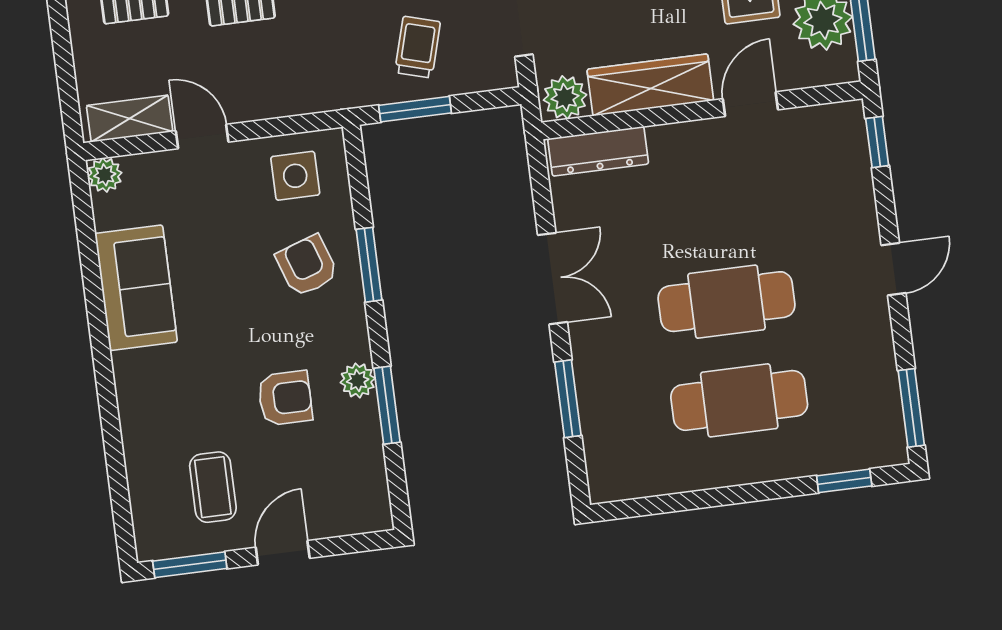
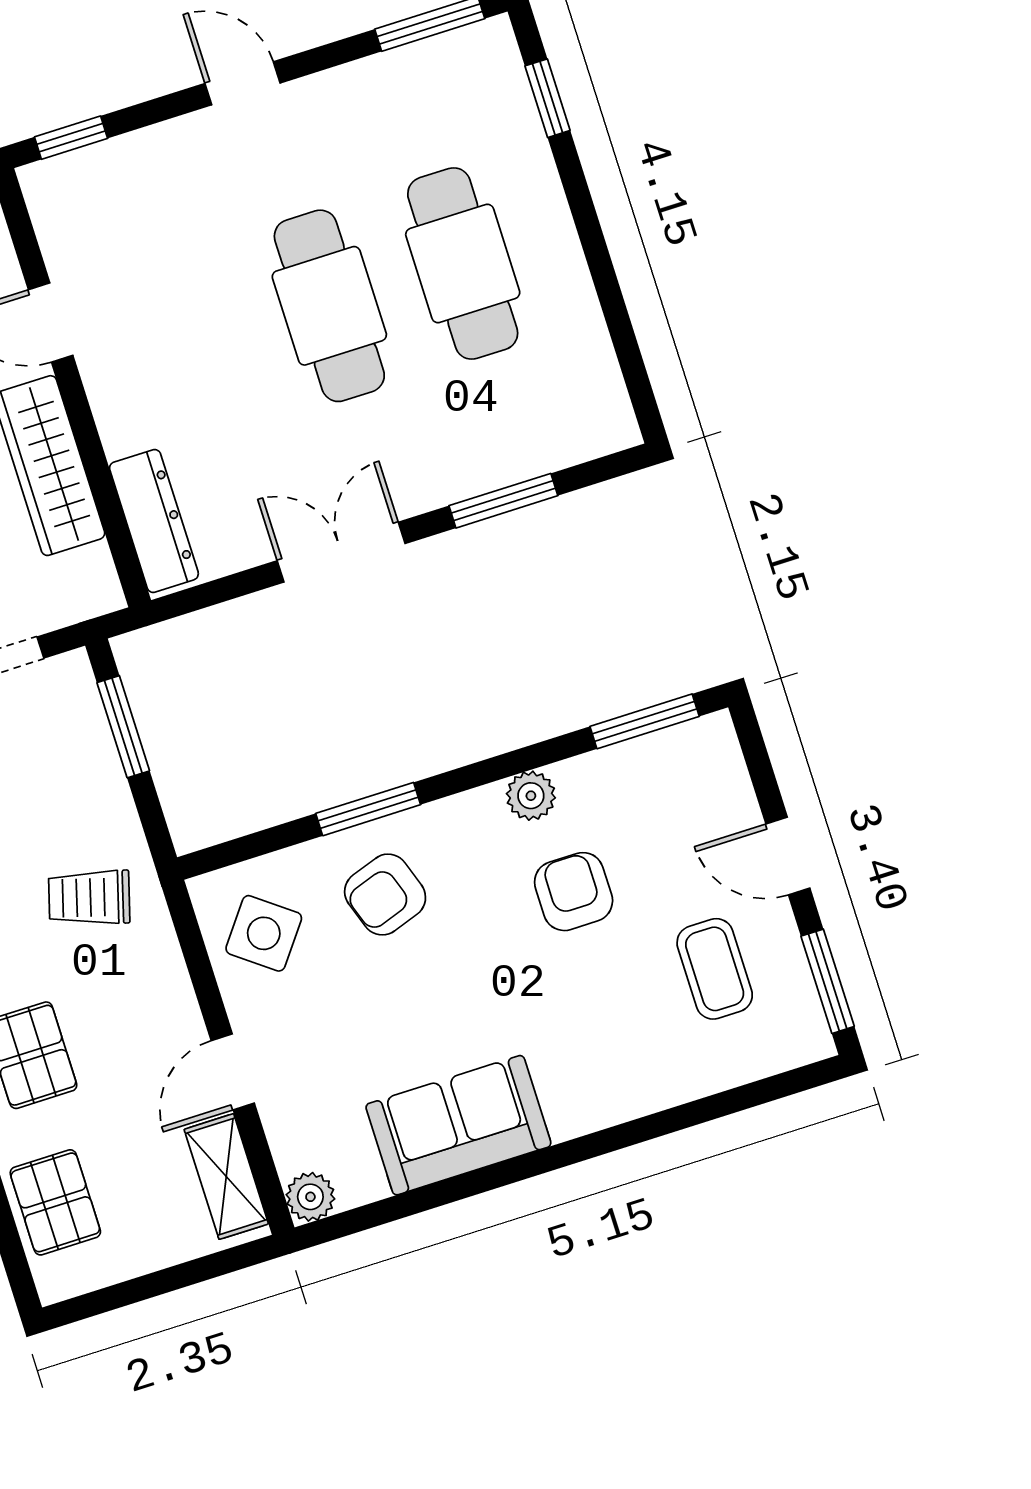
trolley: (418, 47) -> (89, 898), moved
plant: (565, 97) -> (88, 580), removed
window: (415, 109) -> (123, 727), moved
side table: (295, 176) -> (264, 933), turned 37
window: (387, 405) -> (645, 721), moved
coffee table: (213, 487) -> (715, 969), turned 90

